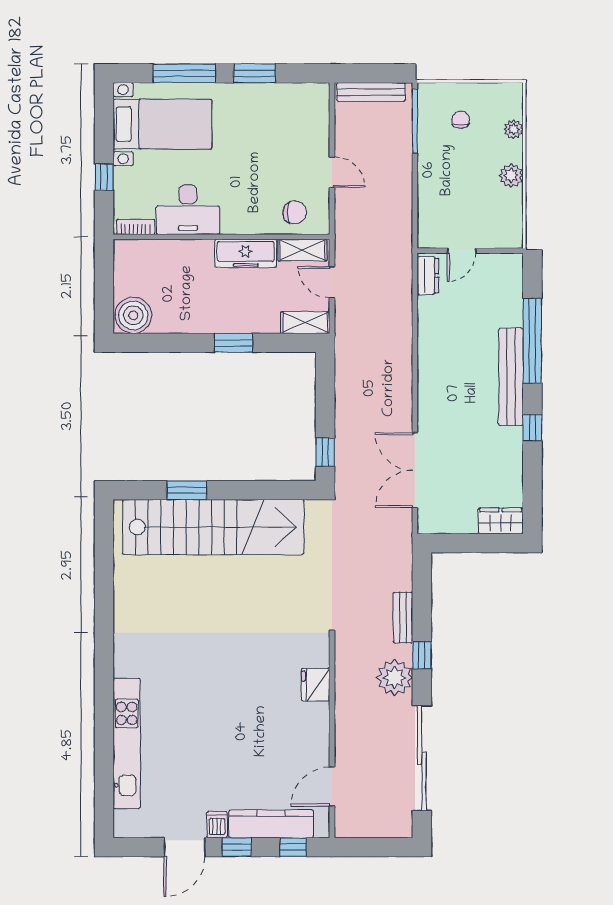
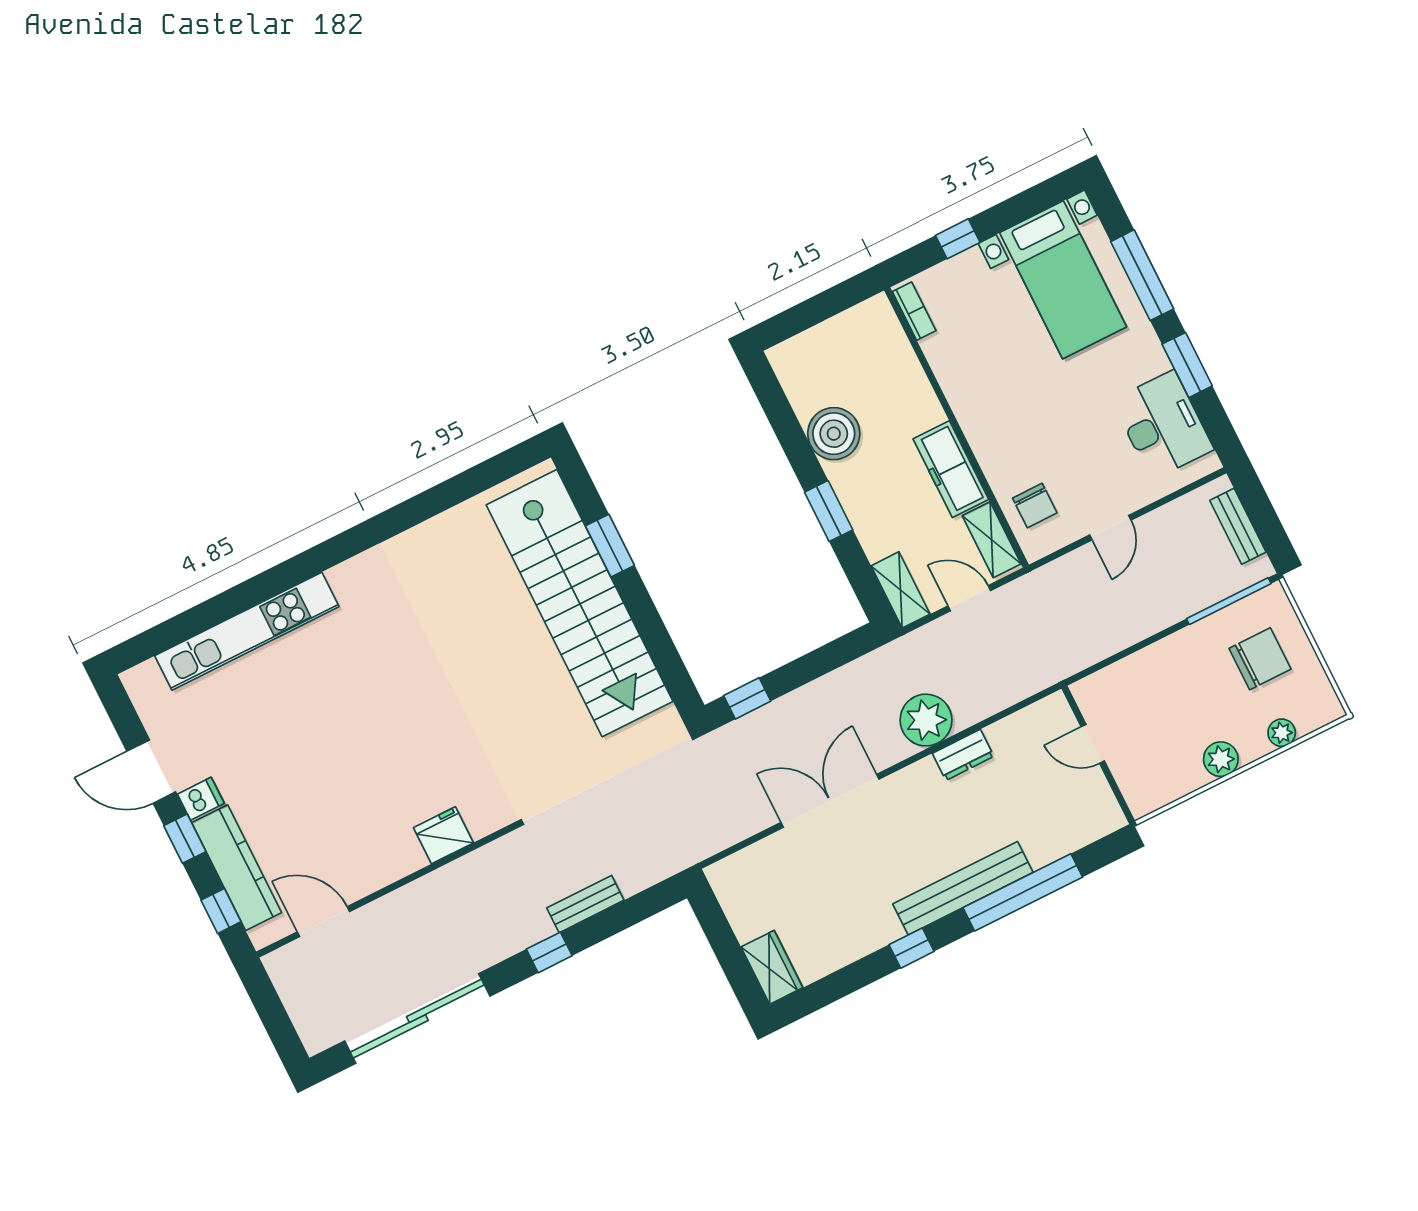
bench: (371, 92) -> (1238, 526), width x0.73
chair: (461, 120) -> (1260, 659), width x1.87, depth x1.87
desk: (188, 210) -> (1163, 425), moved, turned 180
dresser: (428, 276) -> (963, 755), moved
door: (332, 282) -> (969, 598), hinge flipped
boiler: (133, 315) -> (834, 434), moved
double door: (415, 470) -> (830, 801), moved
plant: (395, 678) -> (926, 720), moved

